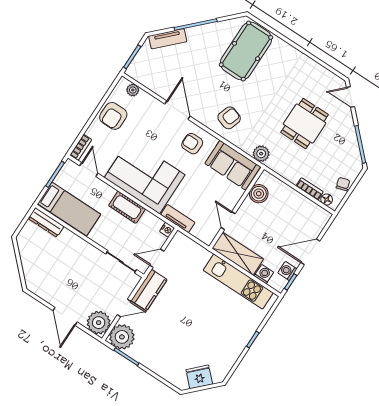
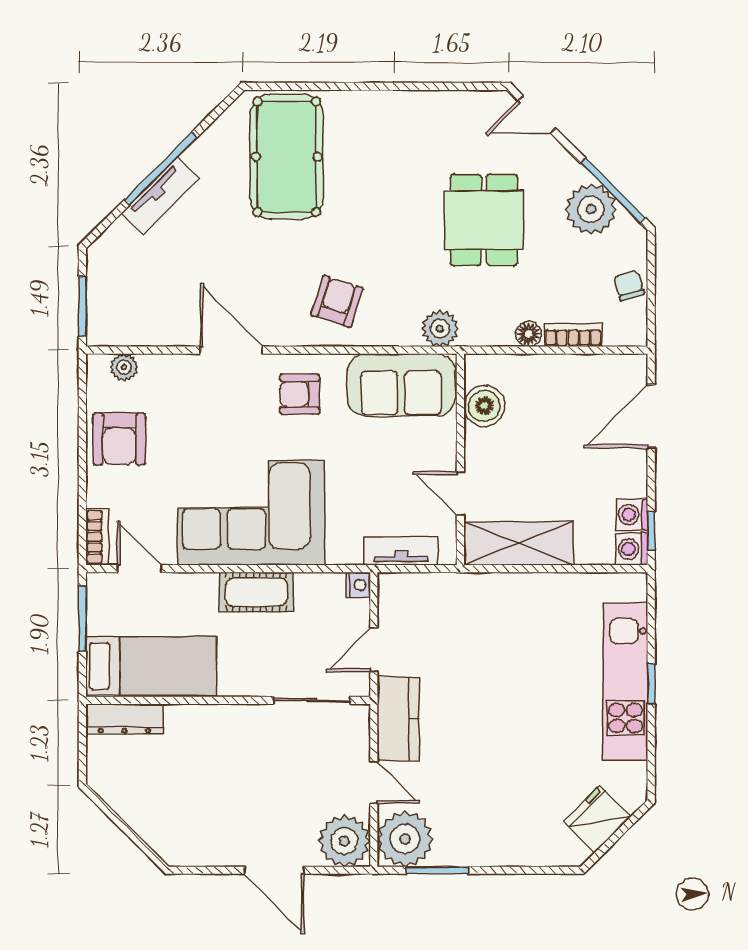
tv unit: (168, 39) -> (160, 196), moved
plant: (347, 146) -> (591, 209), added
floor lamp: (327, 199) -> (529, 334), moved
tv unit: (178, 219) -> (401, 551), moved
door: (310, 252) -> (651, 416), moved
washing machine: (264, 274) -> (632, 549), moved, turned -90
kitchen unit: (238, 282) -> (625, 682), moved, turned 90
door: (124, 308) -> (374, 783), hinge flipped

